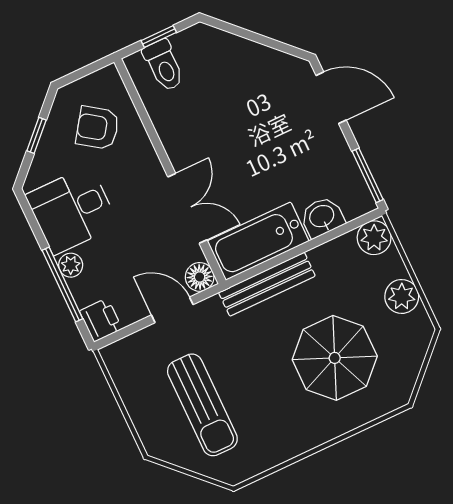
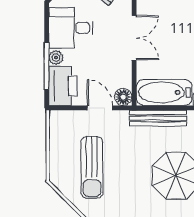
double door: (187, 208) -> (134, 38), moved
printer: (101, 320) -> (63, 86), width x1.87, depth x1.48

